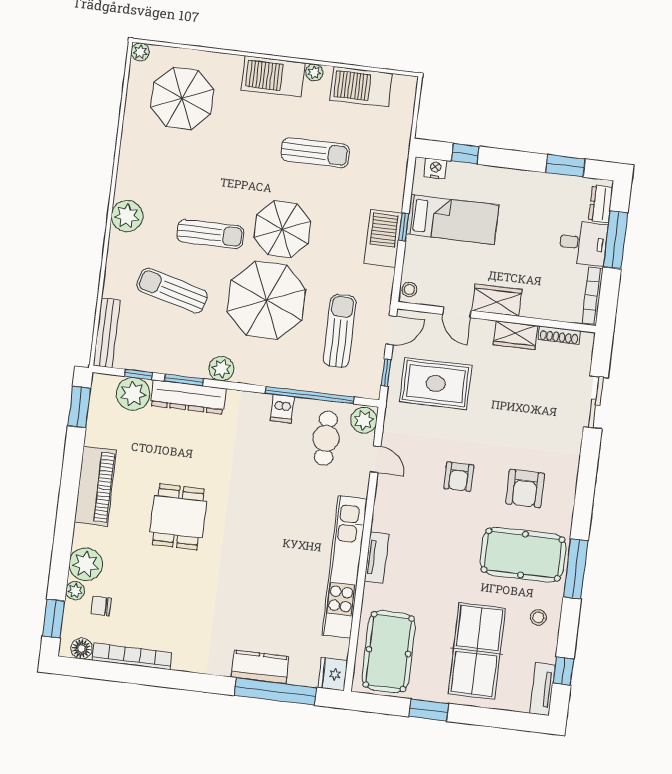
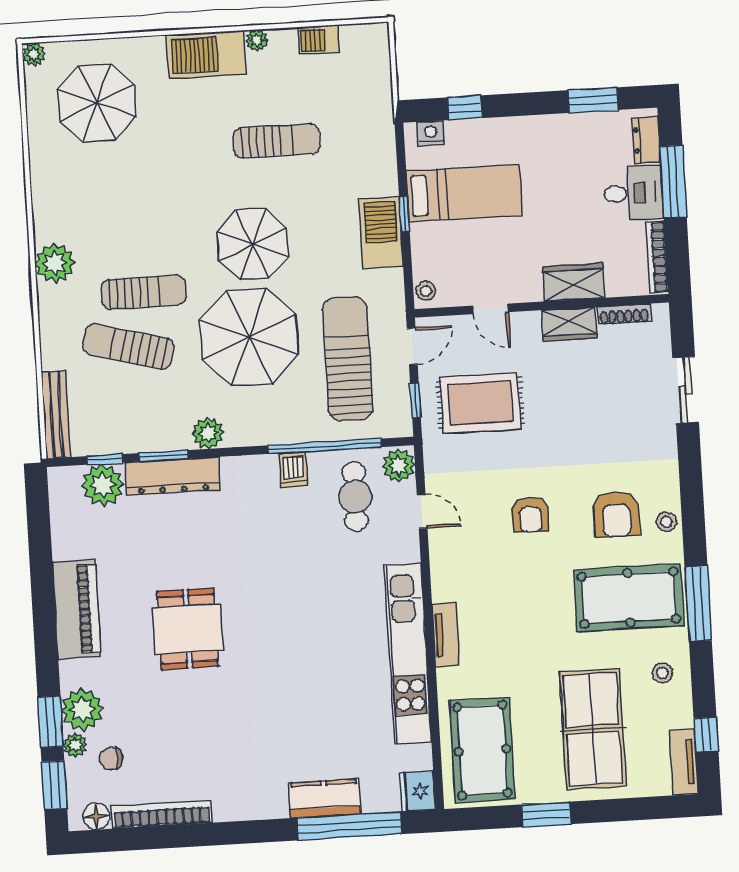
barbecue: (361, 87) -> (318, 40), width x0.53, depth x0.65
sun lounger: (210, 234) -> (144, 292), moved
wardrobe: (497, 300) -> (574, 282), moved
sun lounger: (340, 331) -> (348, 359), width x1.36, depth x1.34
window: (79, 407) -> (51, 722), moved
stool: (563, 501) -> (666, 522), added

